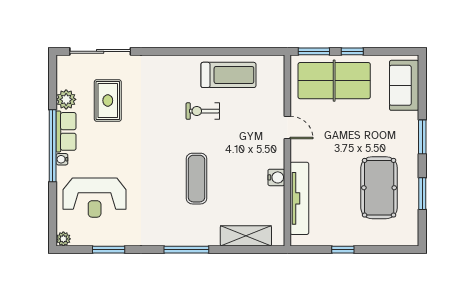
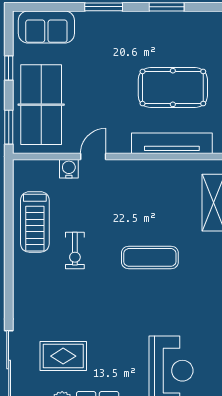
window: (352, 51) -> (9, 68), moved
treadmill: (228, 75) -> (35, 222), turned 180
water cooler: (276, 177) -> (69, 169), moved
pool table: (379, 188) -> (173, 88), moved

